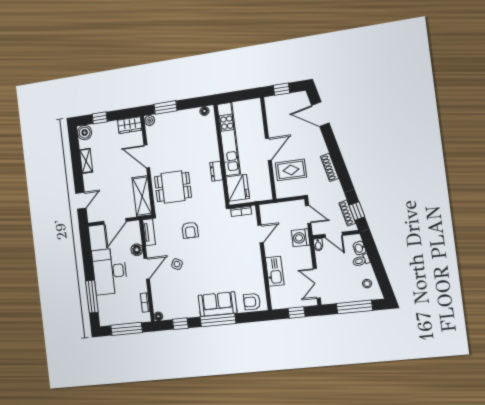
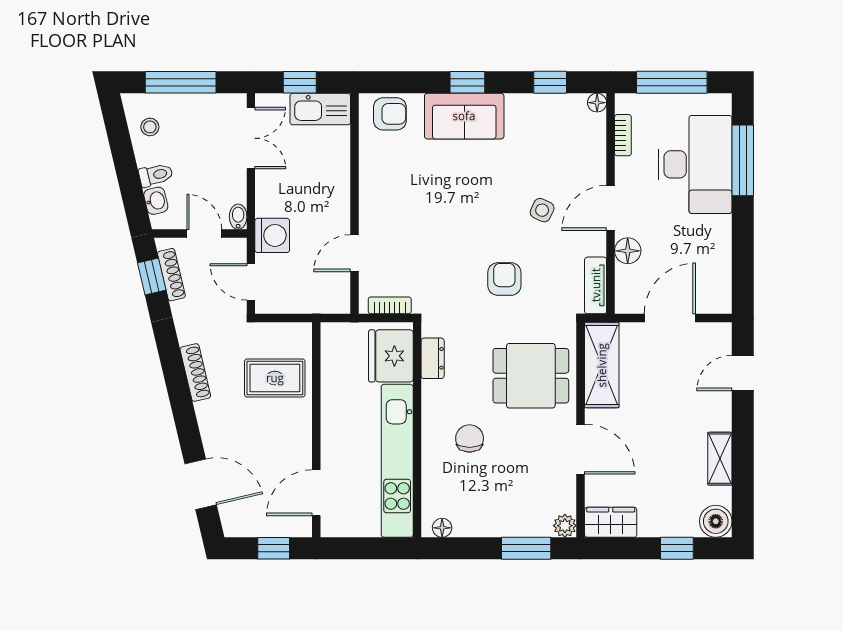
door: (268, 149) -> (316, 493), moved
chair: (197, 154) -> (470, 438), added
dresser: (216, 171) -> (433, 358), moved
desk: (110, 271) -> (695, 164), moved
kitchen sink: (275, 271) -> (320, 109), moved, turned -90
window: (218, 320) -> (467, 82), width x0.46

